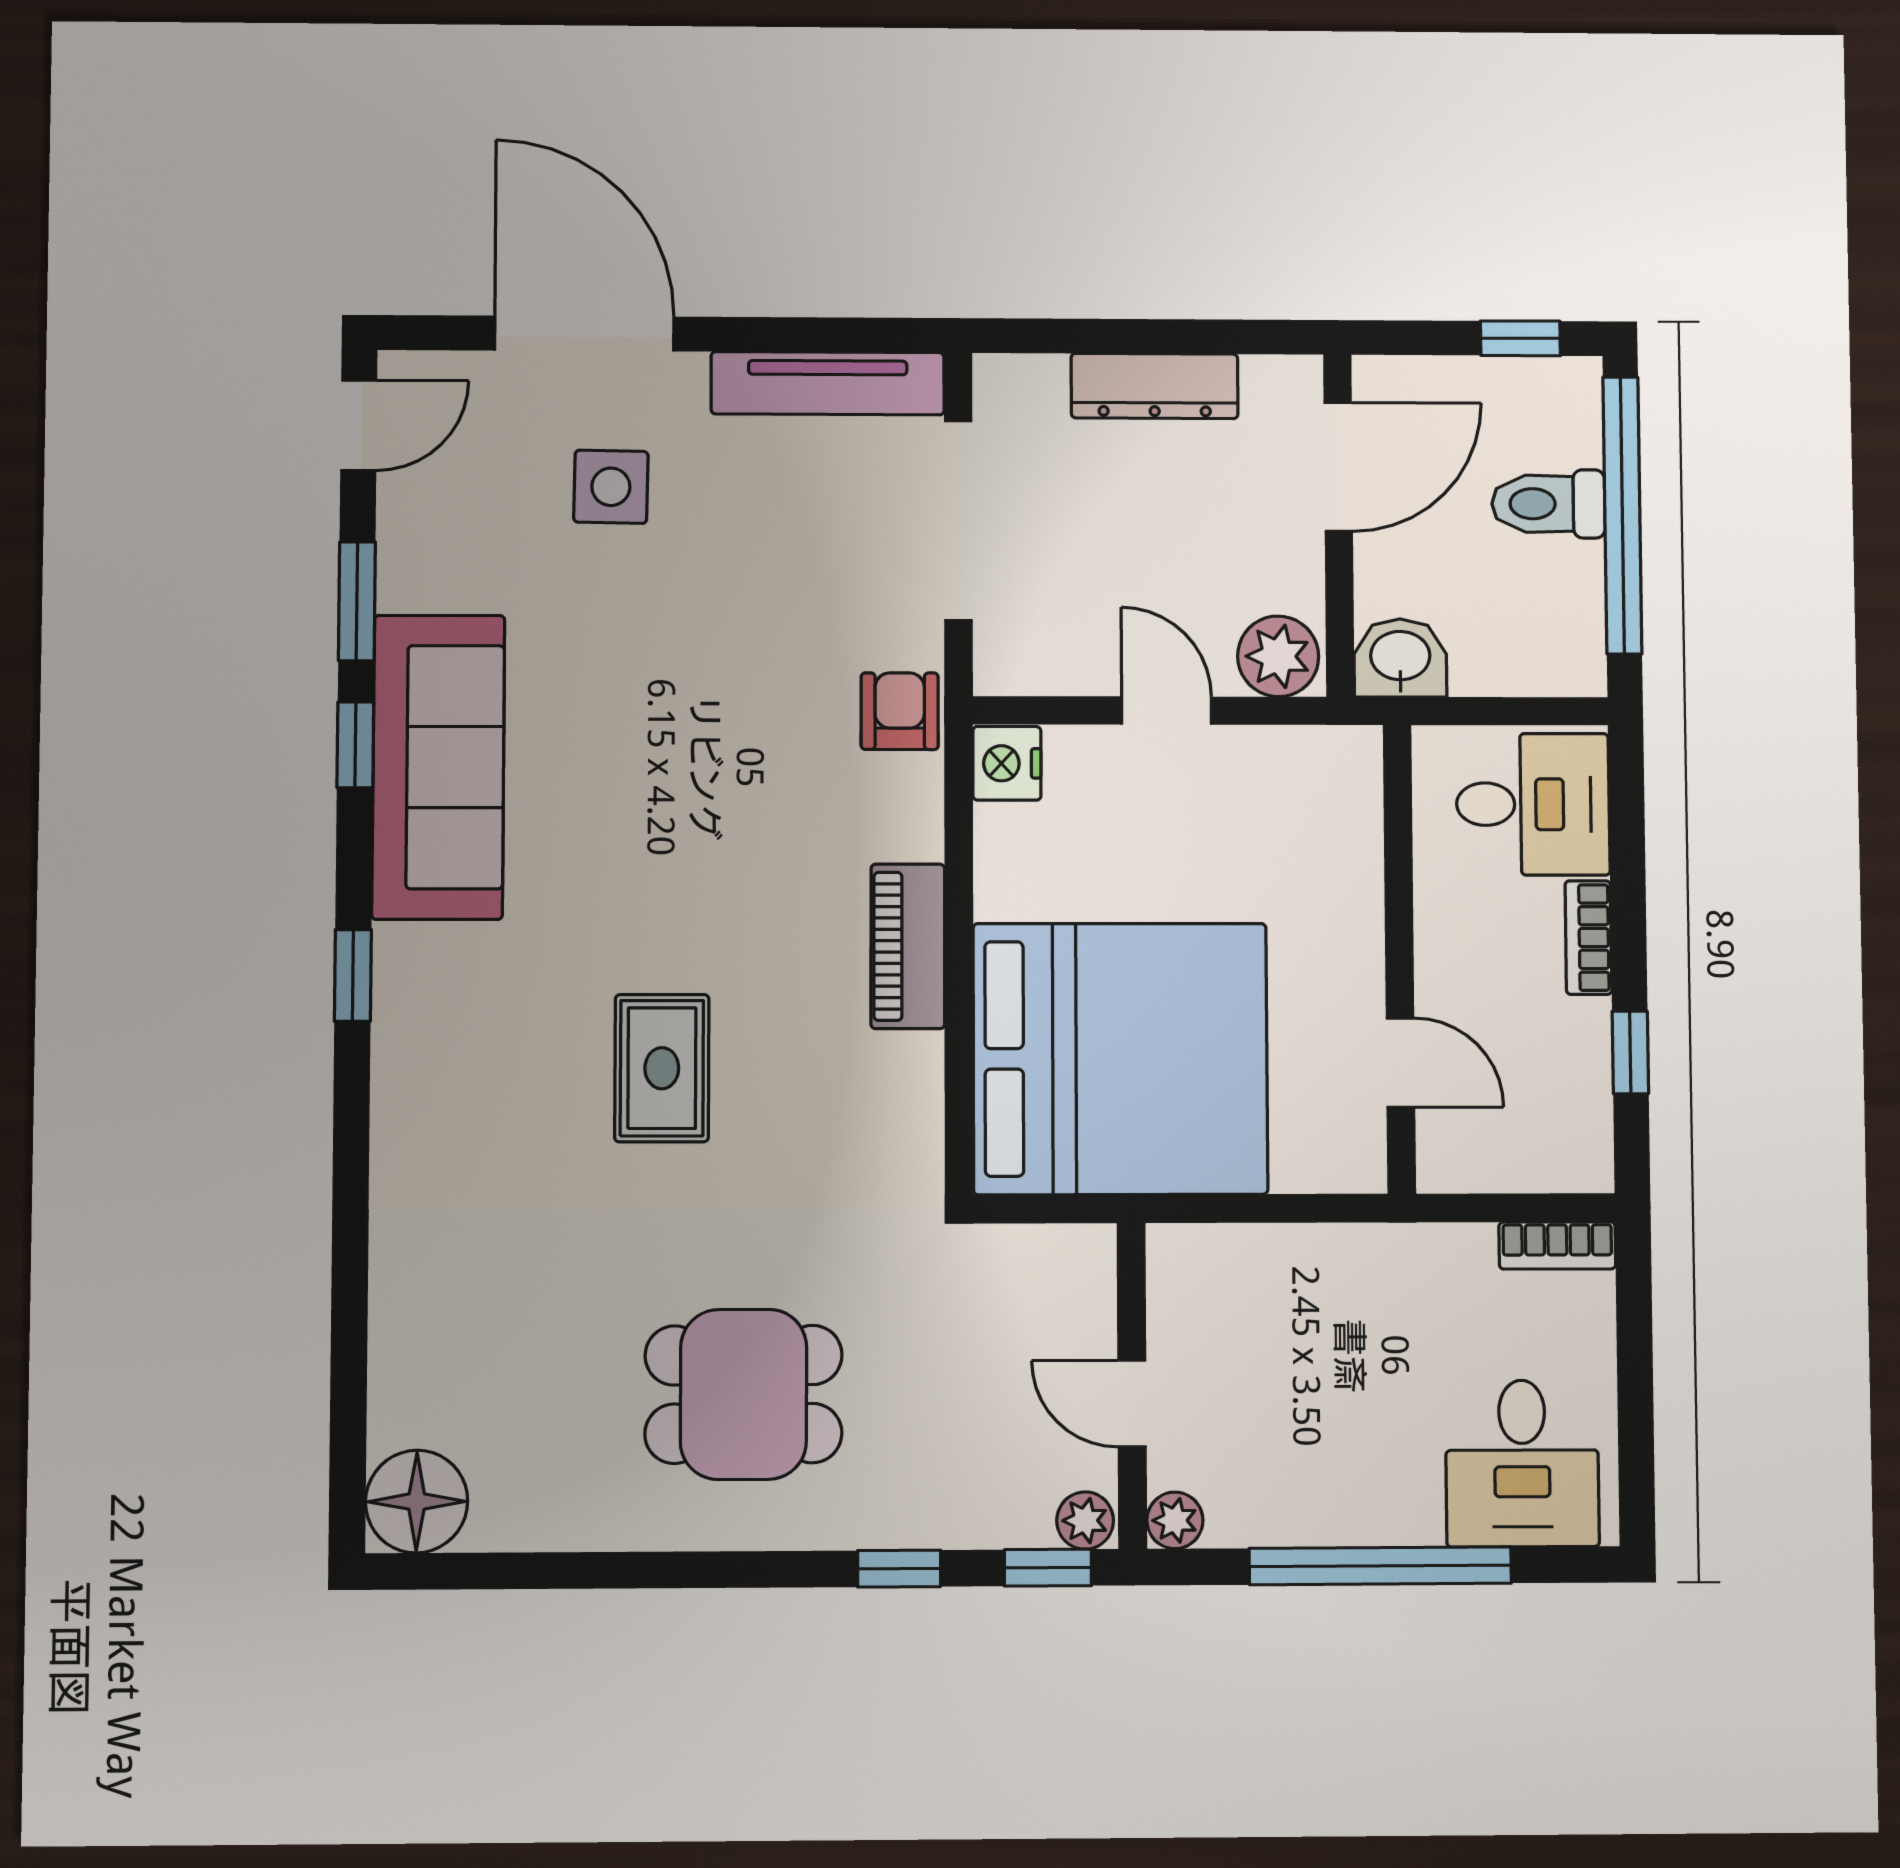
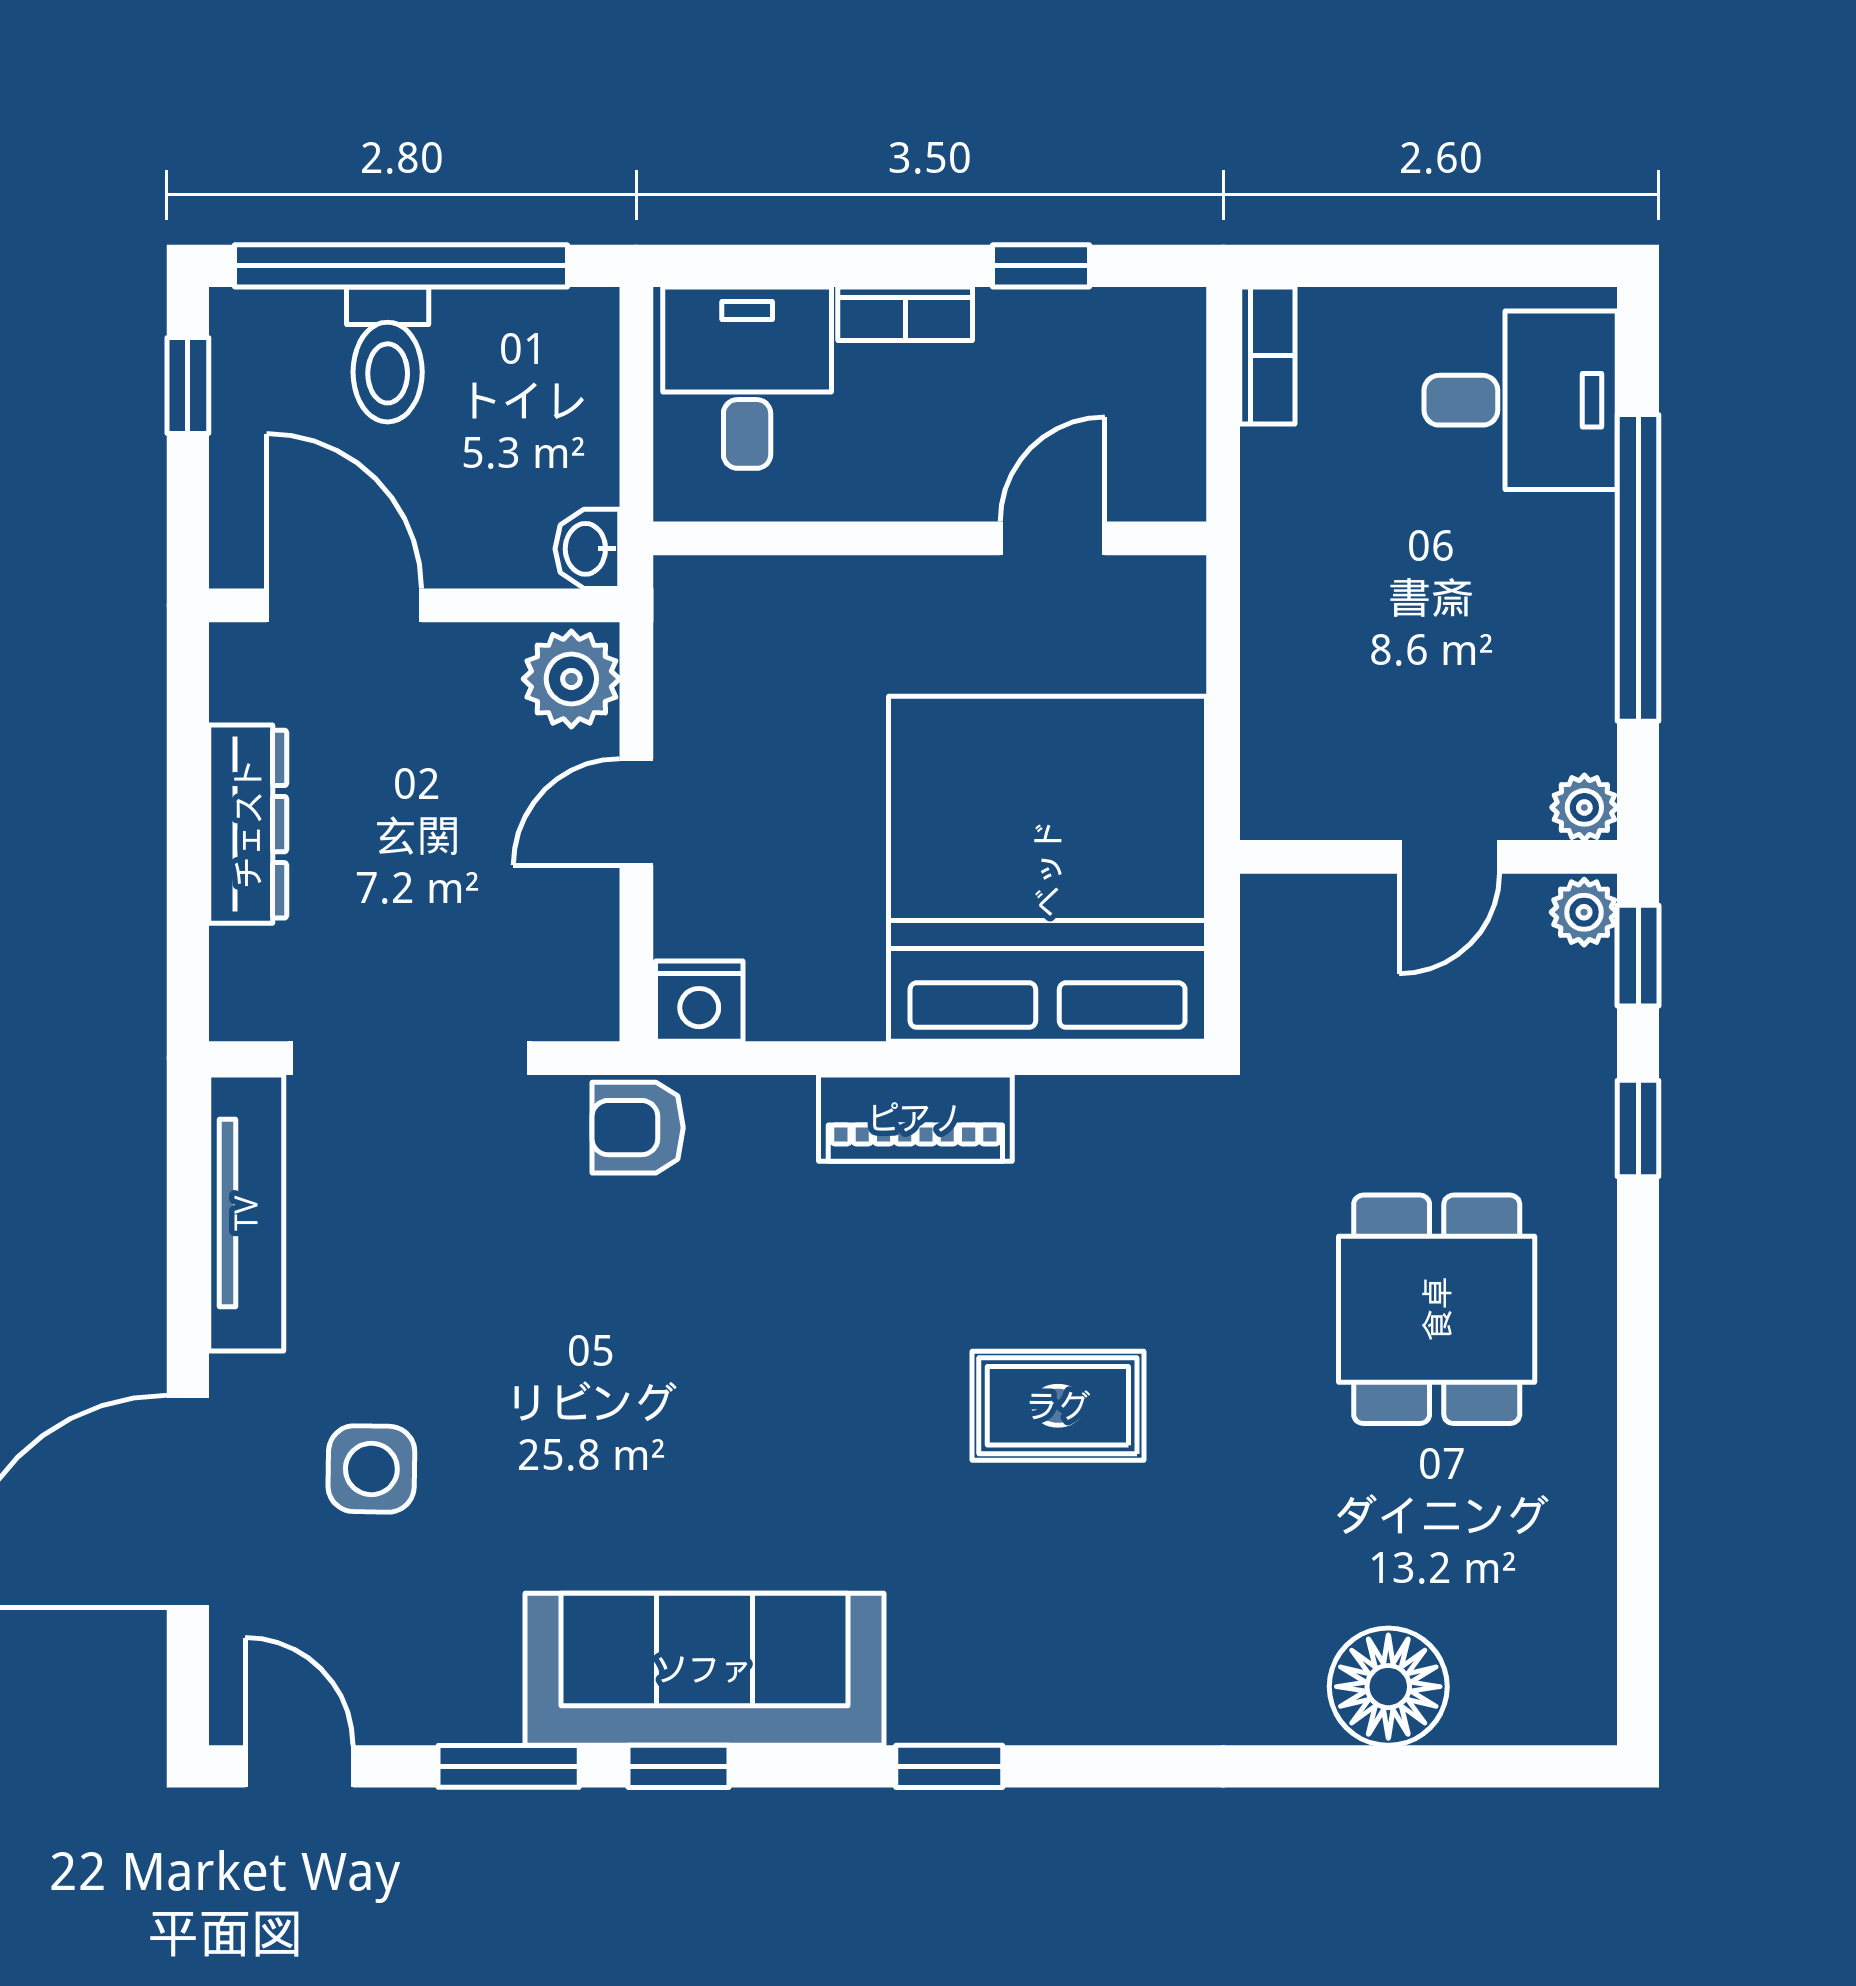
washbasin: (1400, 658) -> (587, 549), width x0.72, depth x0.69
floor lamp: (417, 1502) -> (1388, 1687), moved

